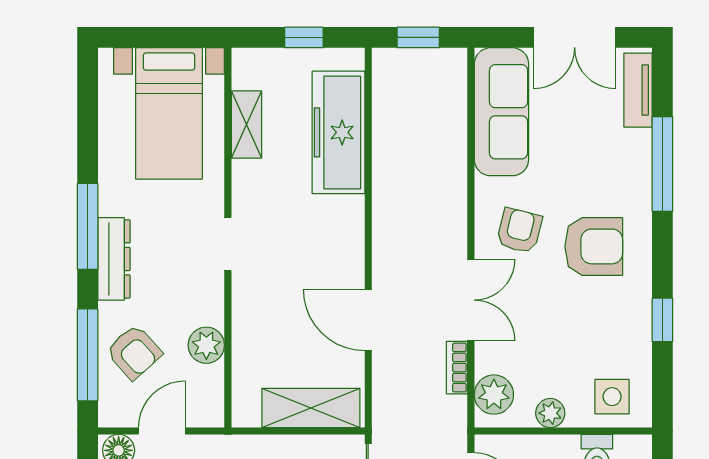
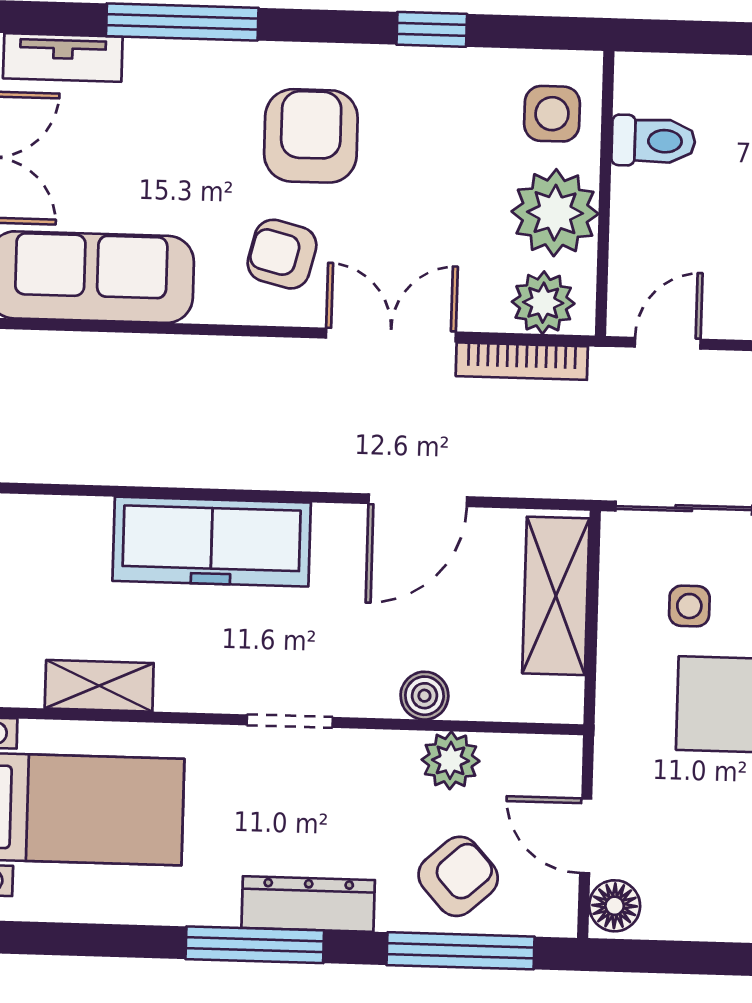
freezer: (338, 132) -> (212, 542), moved
boiler: (246, 328) -> (424, 696), added
bookcase: (457, 368) -> (522, 361), width x1.56
plant: (550, 413) -> (555, 213), width x1.88, depth x1.88

